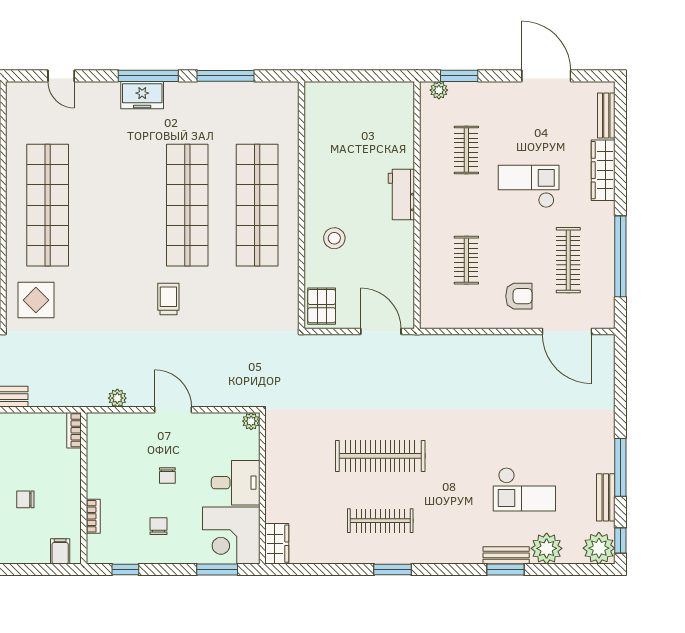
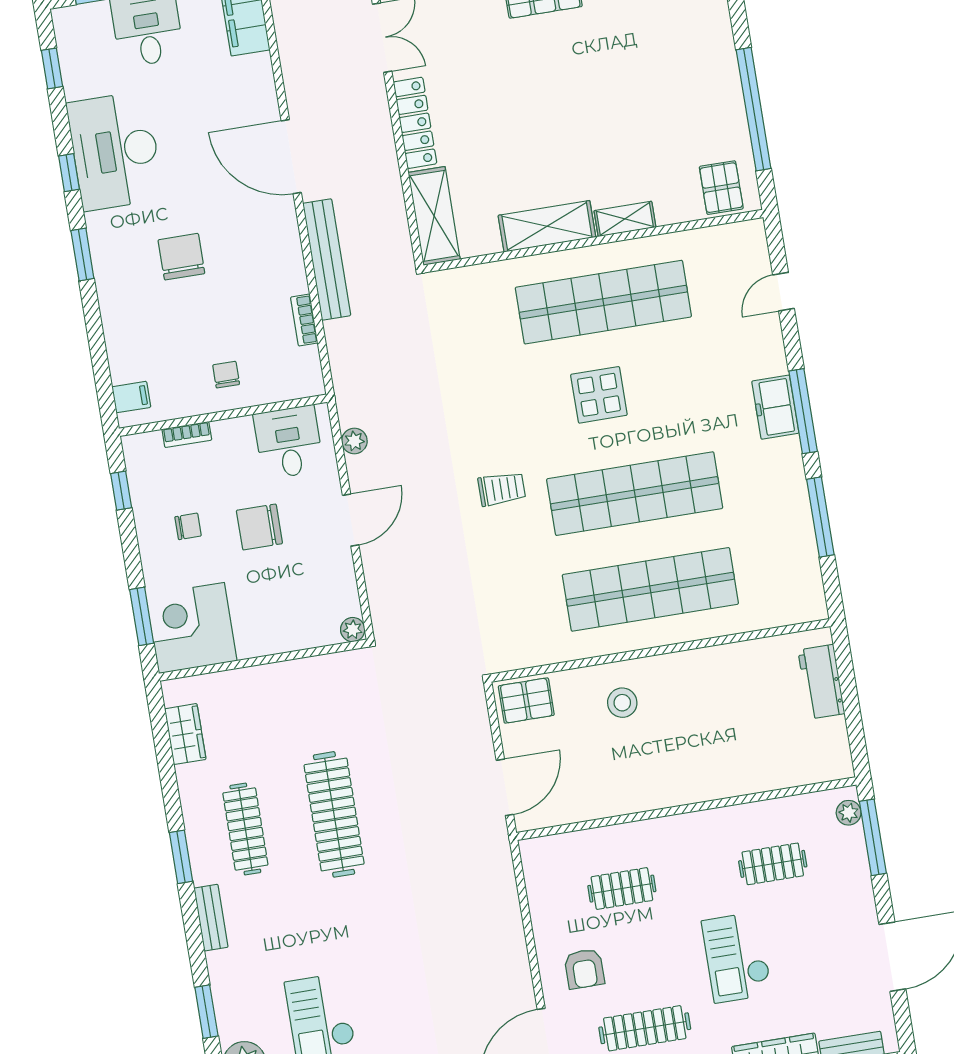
window: (459, 76) -> (873, 837), width x1.44
checkout: (529, 186) -> (737, 957), turned 180
workbench: (401, 194) -> (821, 682), moved, turned -90
display table: (36, 300) -> (599, 395), moved
bookcase: (74, 430) -> (304, 320), moved, turned -90
chair: (167, 475) -> (259, 527), width x1.87, depth x1.87
desk: (236, 483) -> (289, 442), moved, turned 180
chair: (25, 499) -> (226, 375), moved
wardrobe: (277, 544) -> (185, 734), moved, turned -90
bench: (506, 555) -> (211, 918), moved

